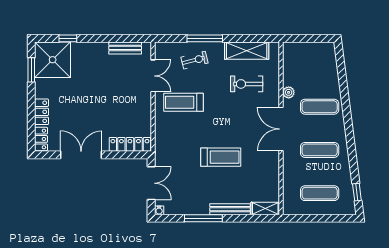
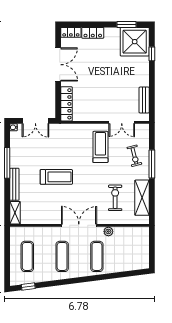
treadmill: (221, 157) -> (56, 177), turned -90

